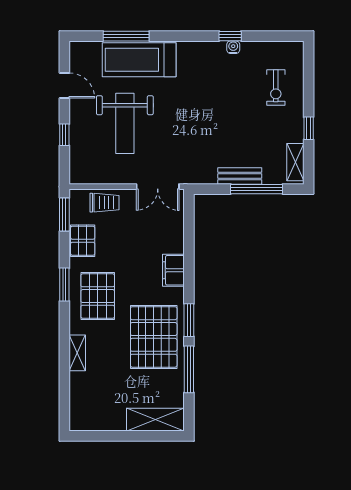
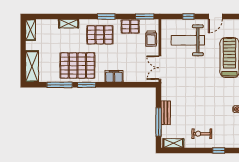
exercise bike: (276, 87) -> (202, 134), moved
weight bench: (125, 123) -> (188, 40), moved
window: (309, 128) -> (219, 150), moved
shelving: (89, 422) -> (31, 30), added

